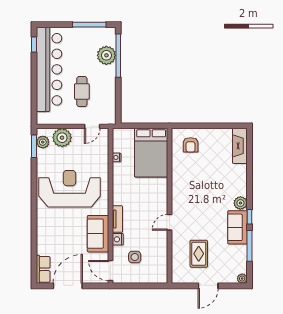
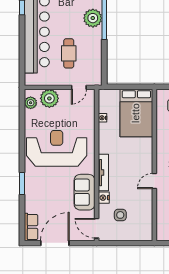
window: (34, 146) -> (22, 183), moved
tv unit: (117, 219) -> (103, 173), width x1.41

